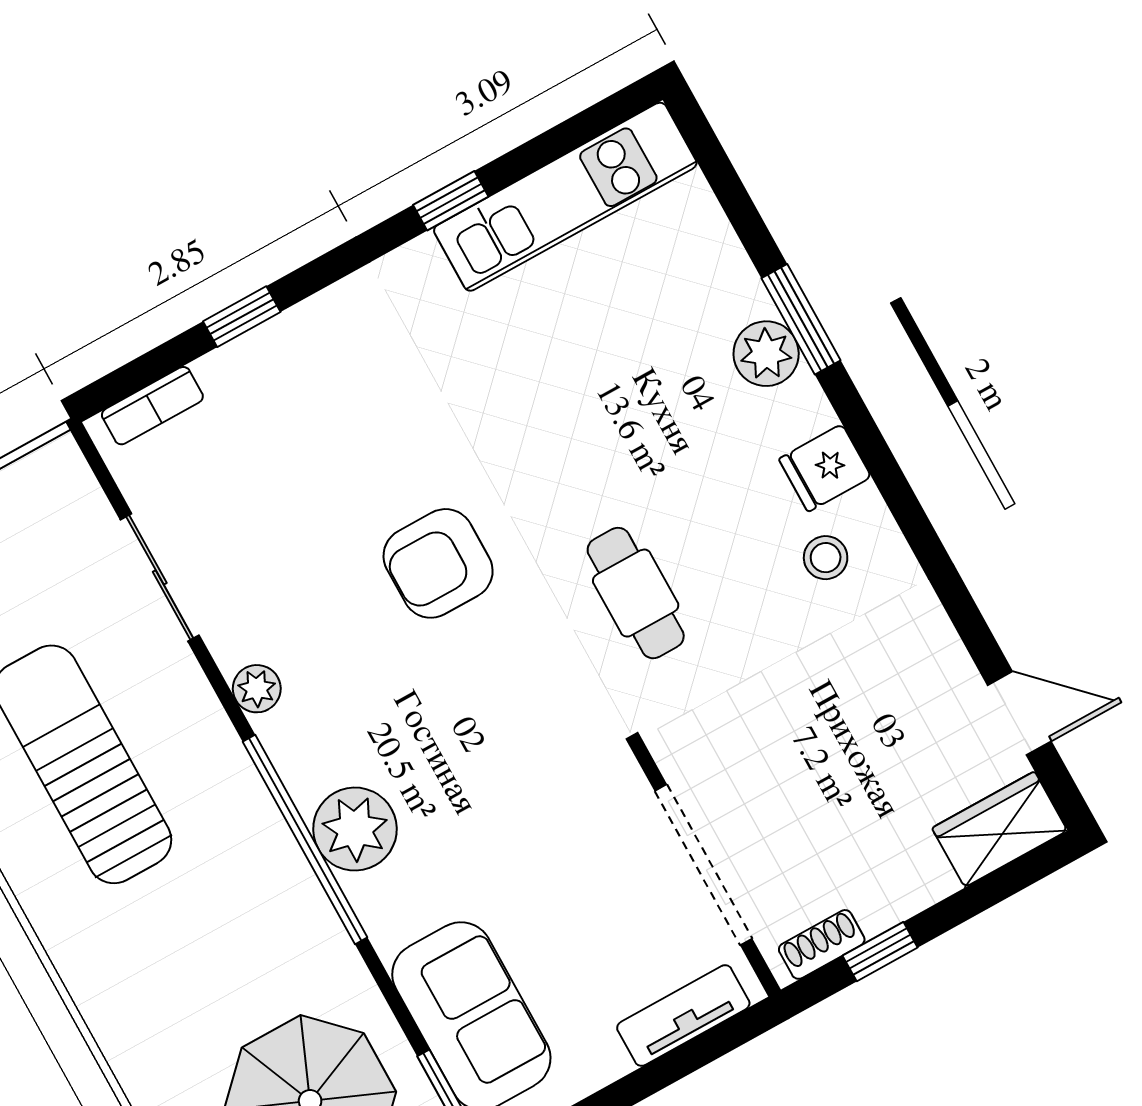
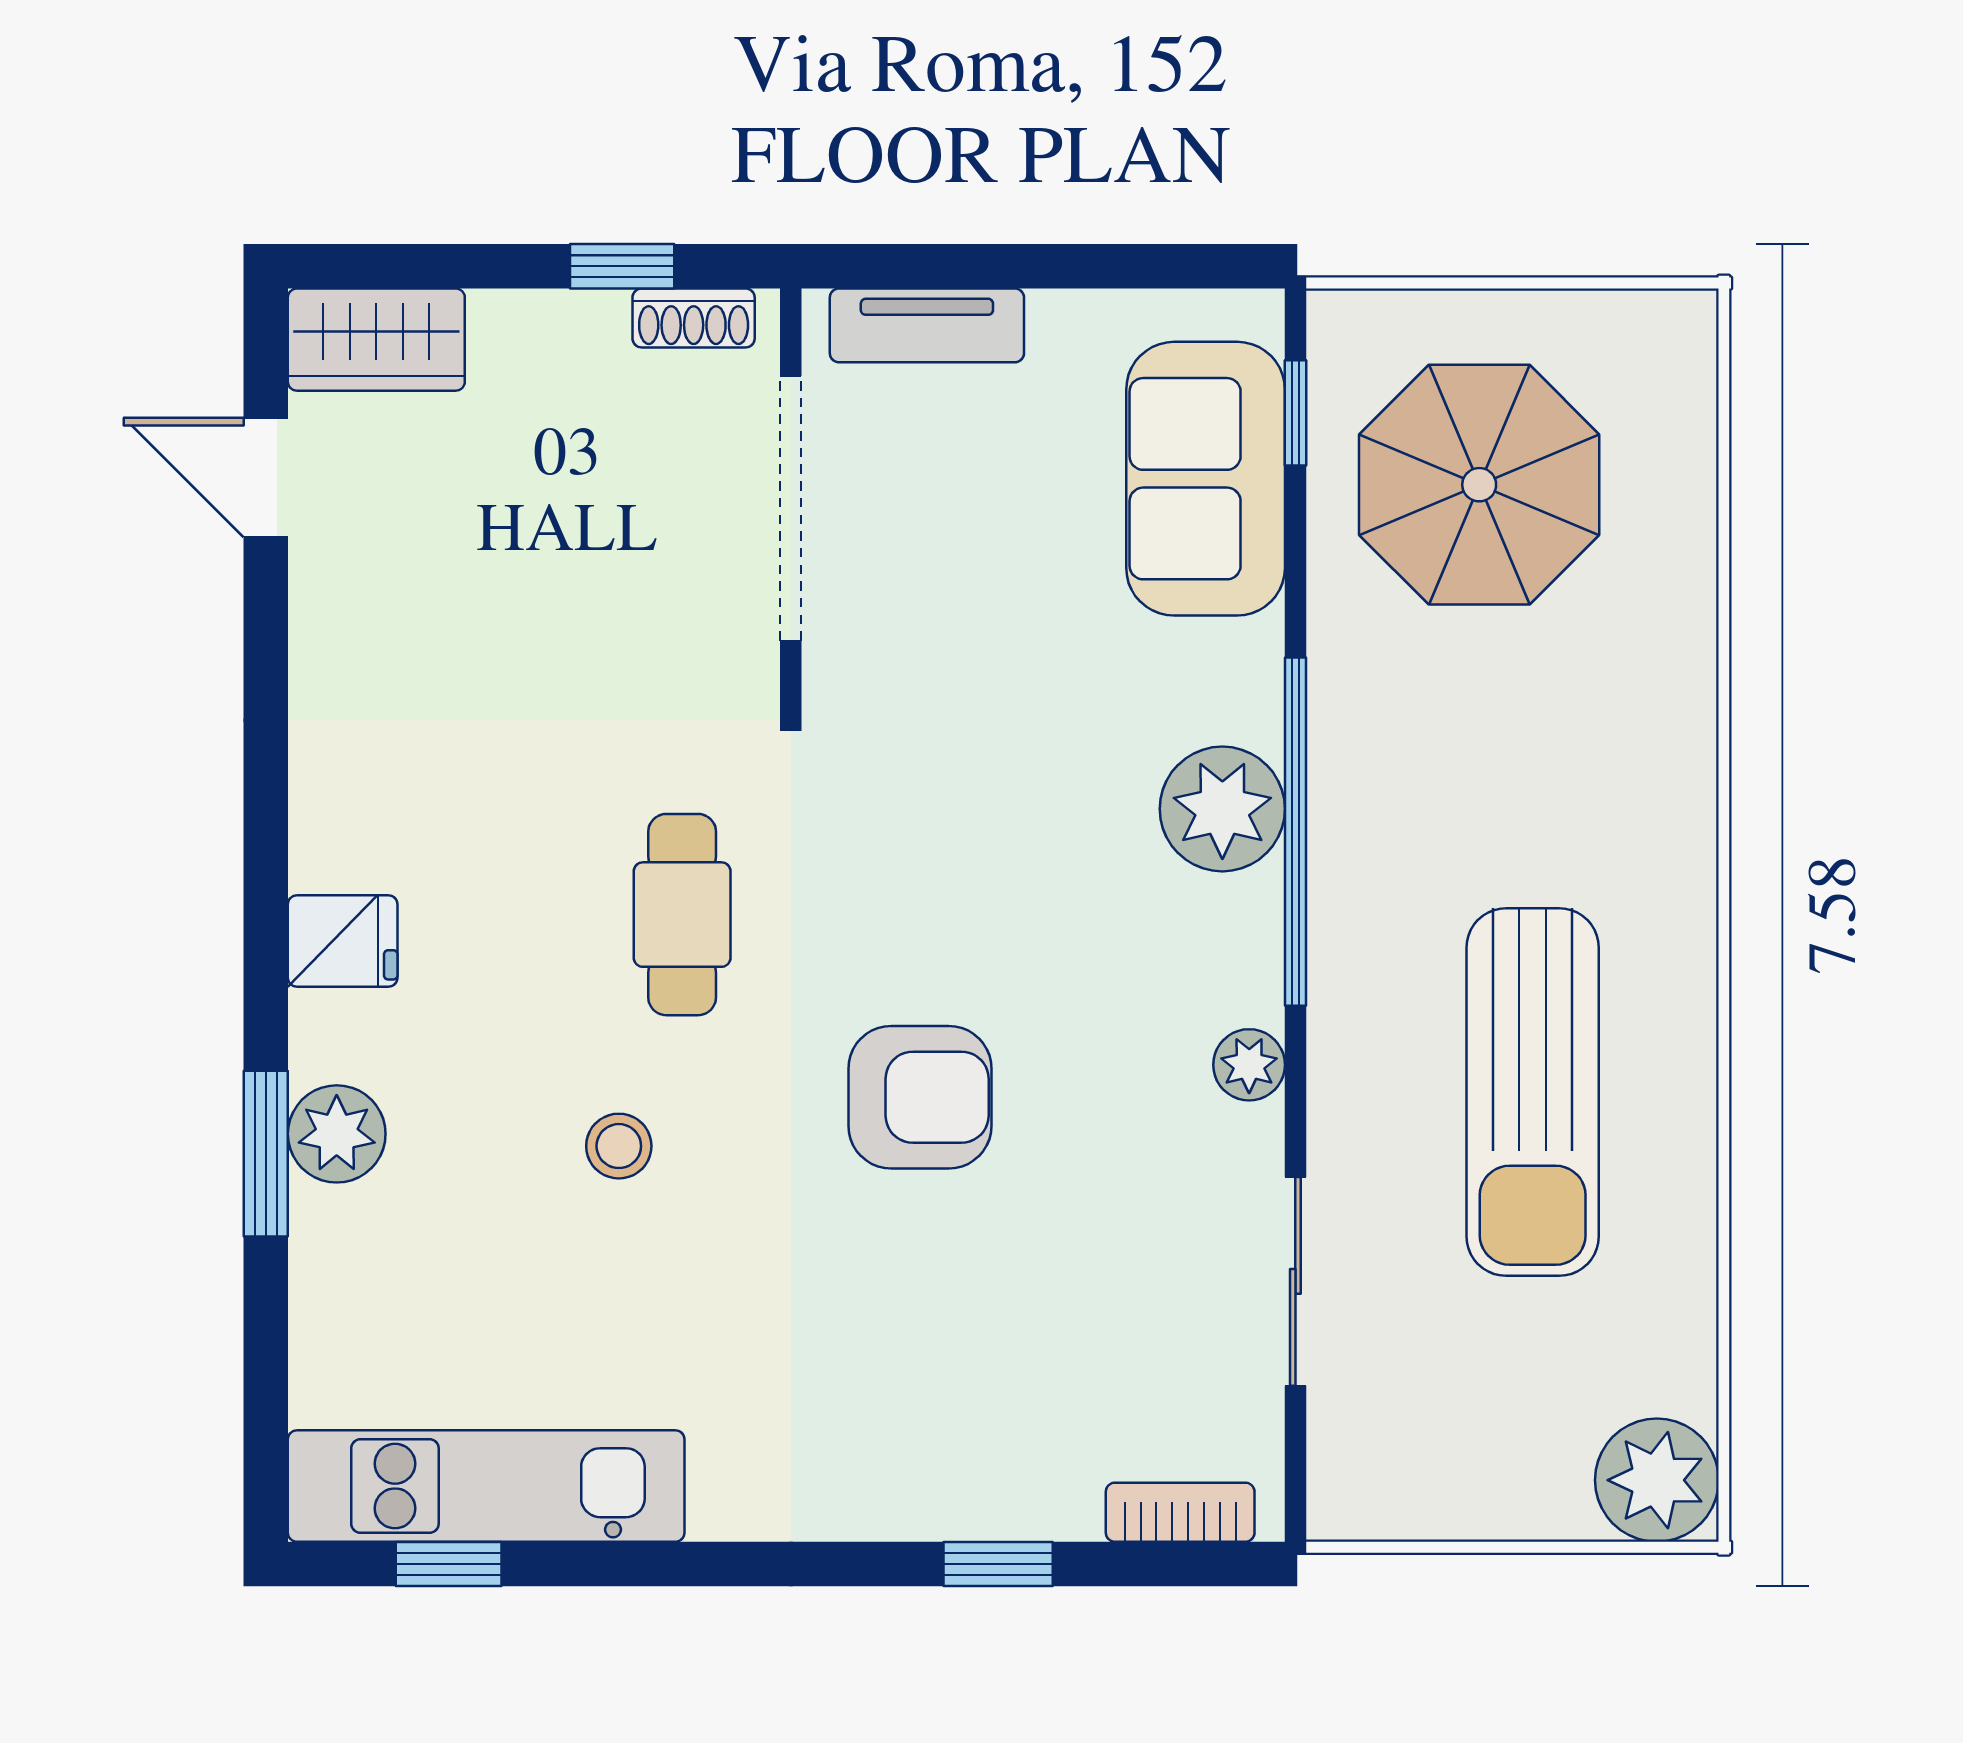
window: (451, 201) -> (449, 1564), moved
stool: (826, 558) -> (619, 1146), moved

